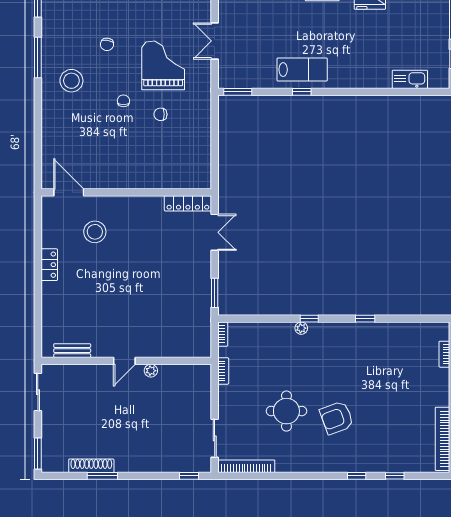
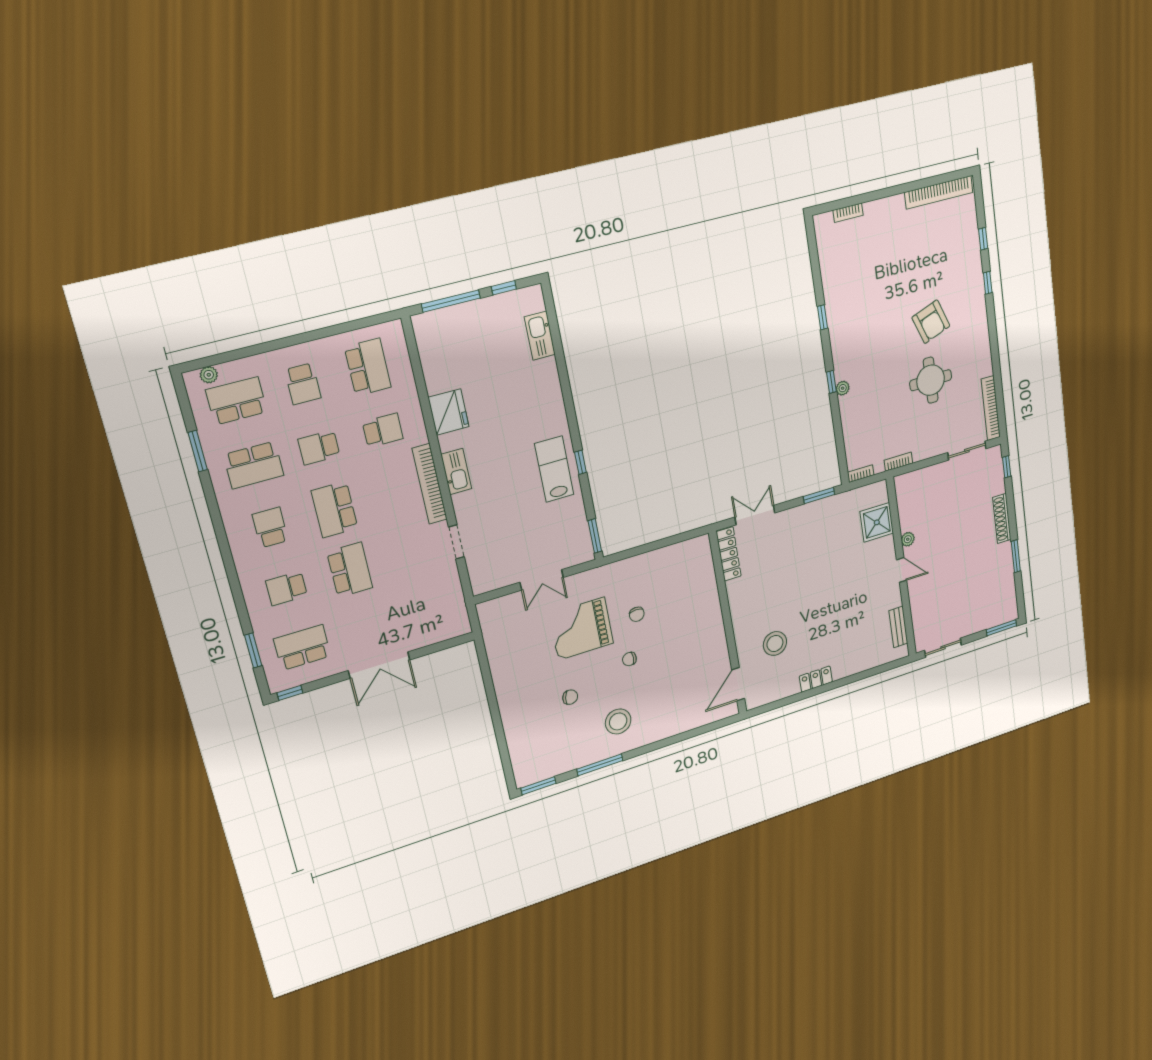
shower: (175, 343) -> (877, 522), added
shoe rack: (91, 466) -> (1002, 519), moved

